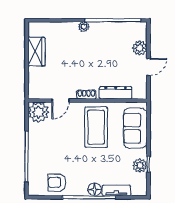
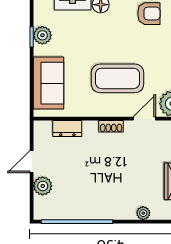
plant: (84, 27) -> (143, 213), moved
dresser: (116, 93) -> (67, 129), width x0.70
coffee table: (96, 127) -> (118, 78), moved, turned 90

